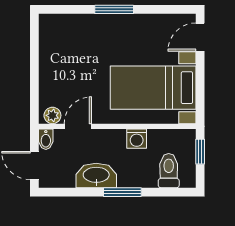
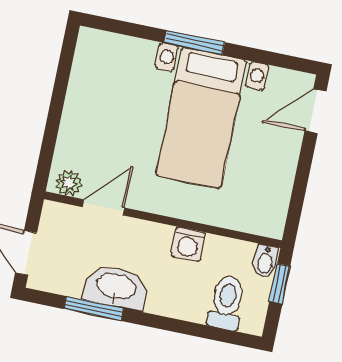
bed with nightstands: (153, 88) -> (201, 118), moved, turned -90
bidet: (46, 139) -> (265, 261), moved
window: (122, 192) -> (94, 309), moved

